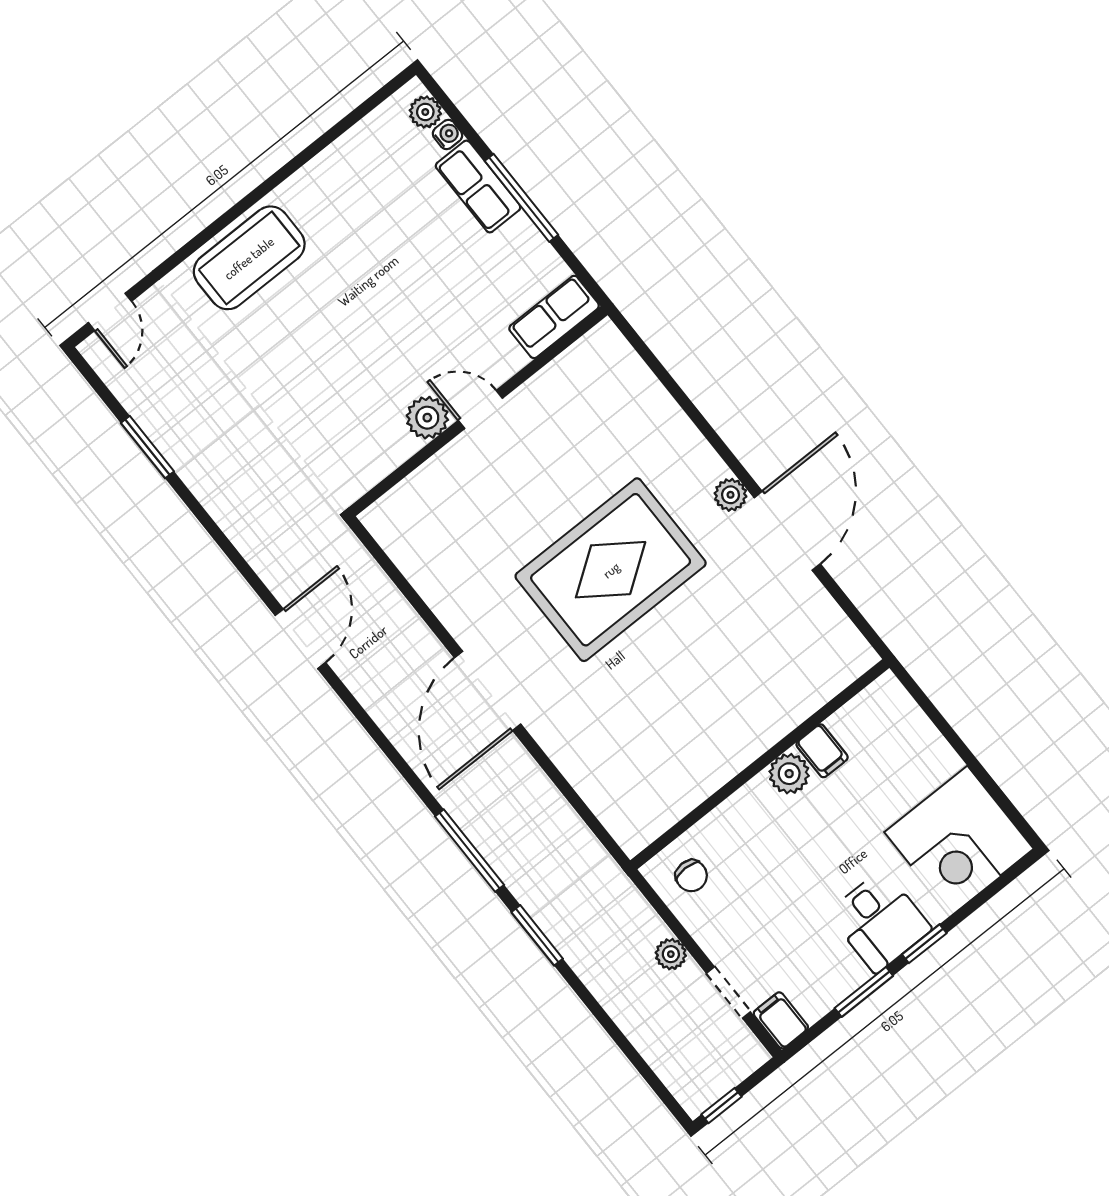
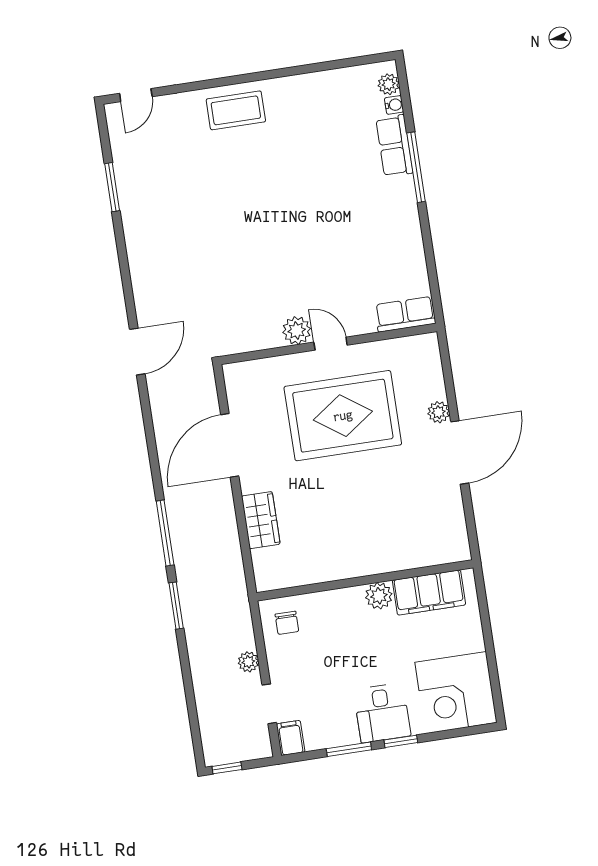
coffee table: (249, 258) -> (236, 110), width x0.73, depth x0.76
row of seats: (554, 317) -> (405, 314), moved
door: (480, 409) -> (331, 344), moved
wall: (478, 411) -> (329, 344), moved
plant: (427, 418) -> (297, 330), moved
filing cabinet: (822, 751) -> (429, 593), width x3.00, depth x1.17
wardrobe: (582, 764) -> (261, 520), added

